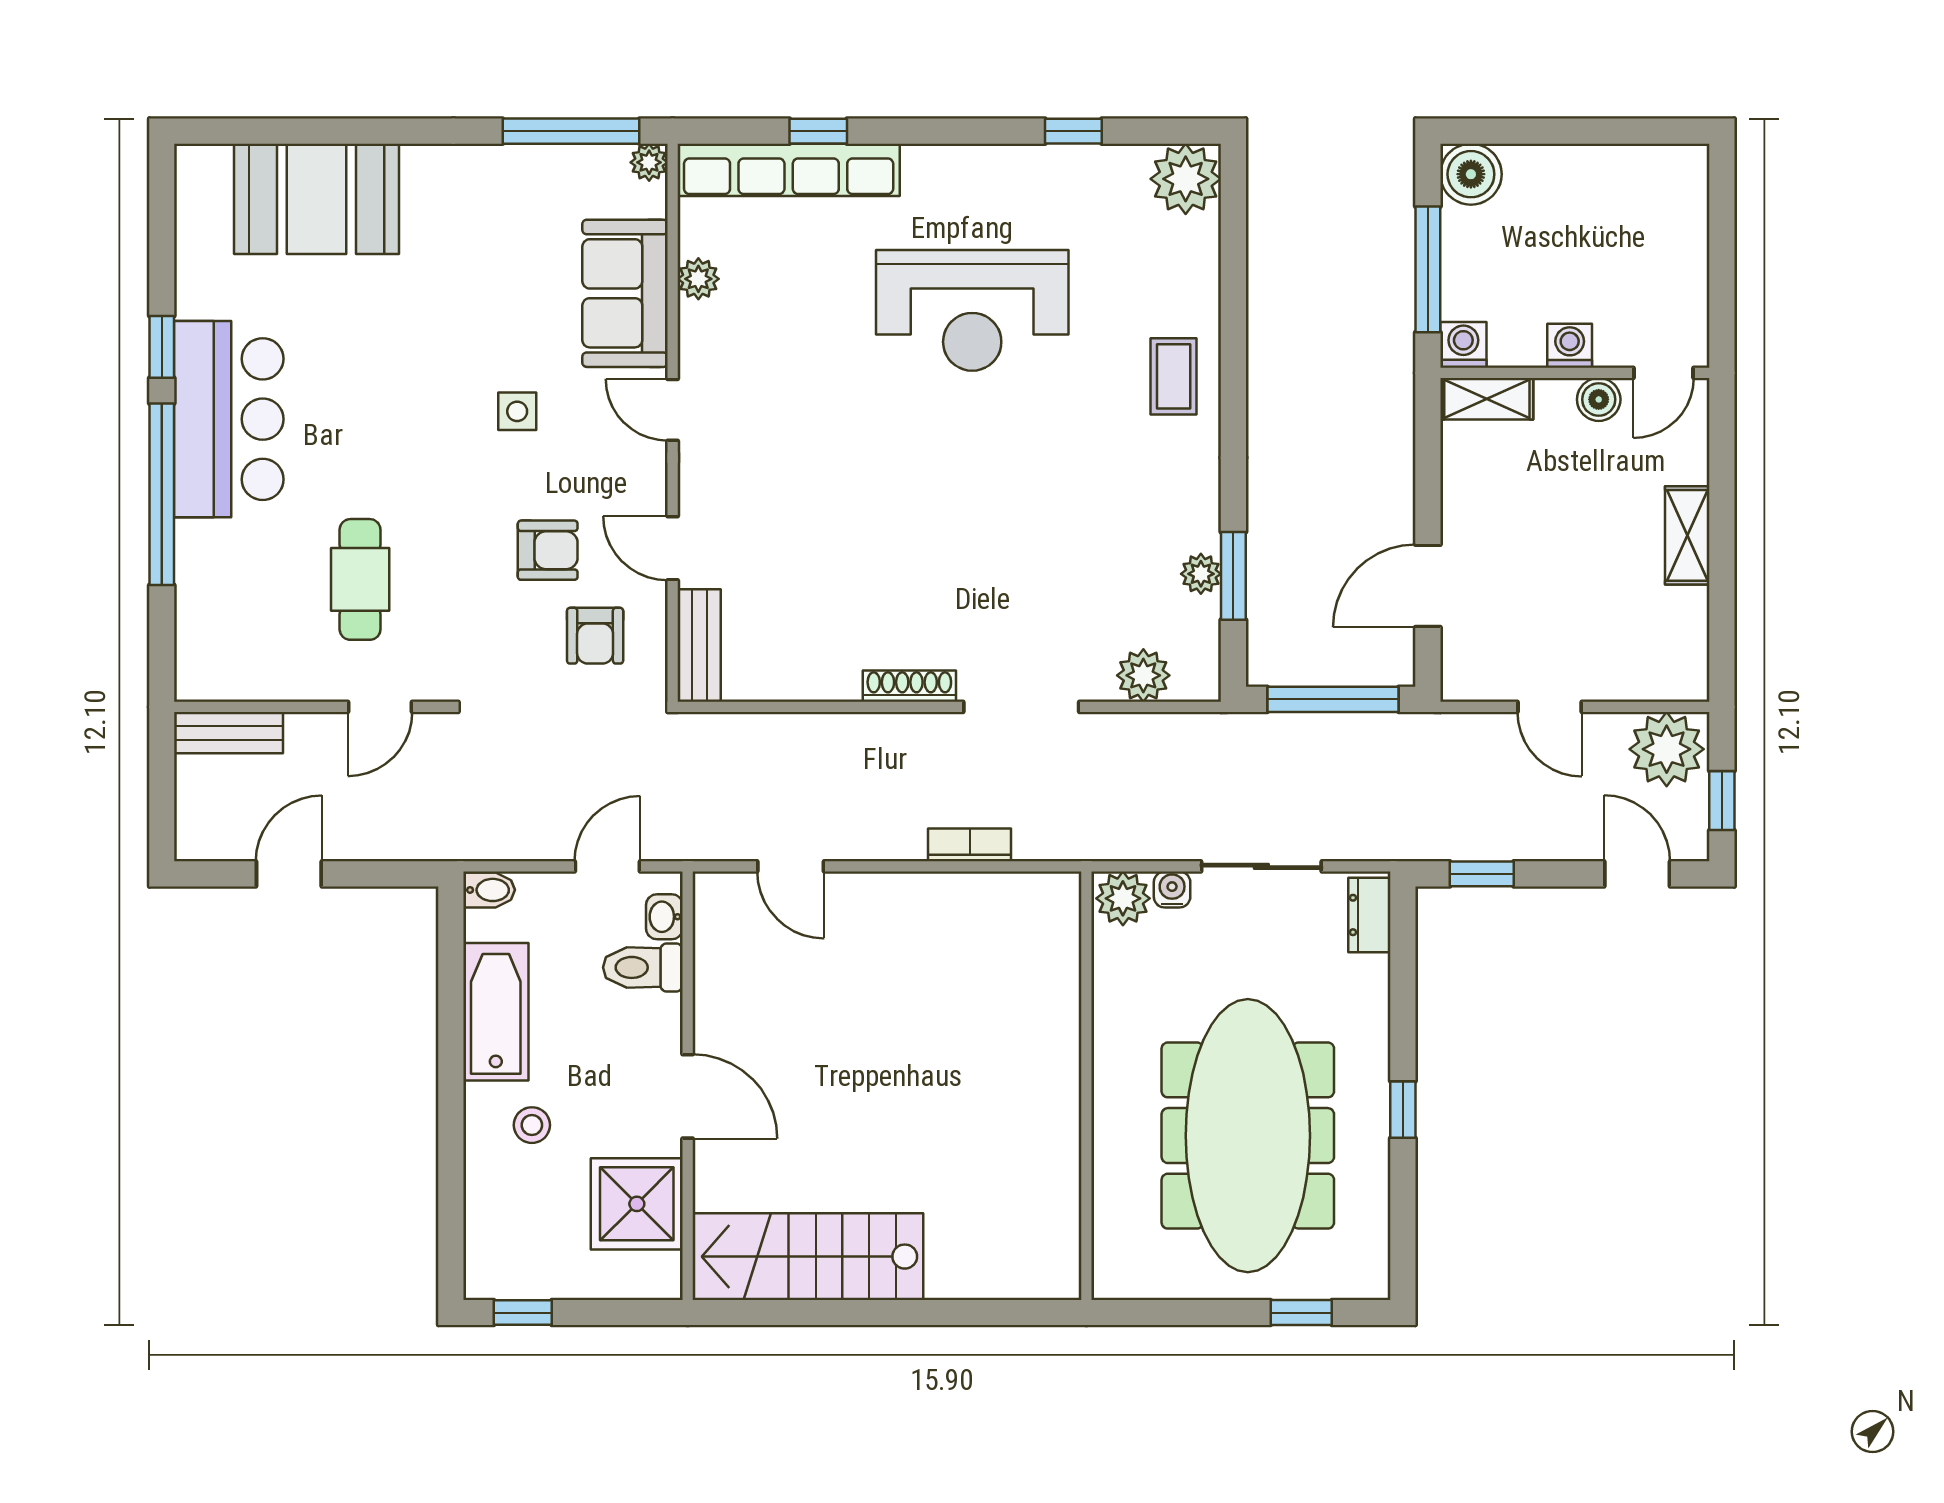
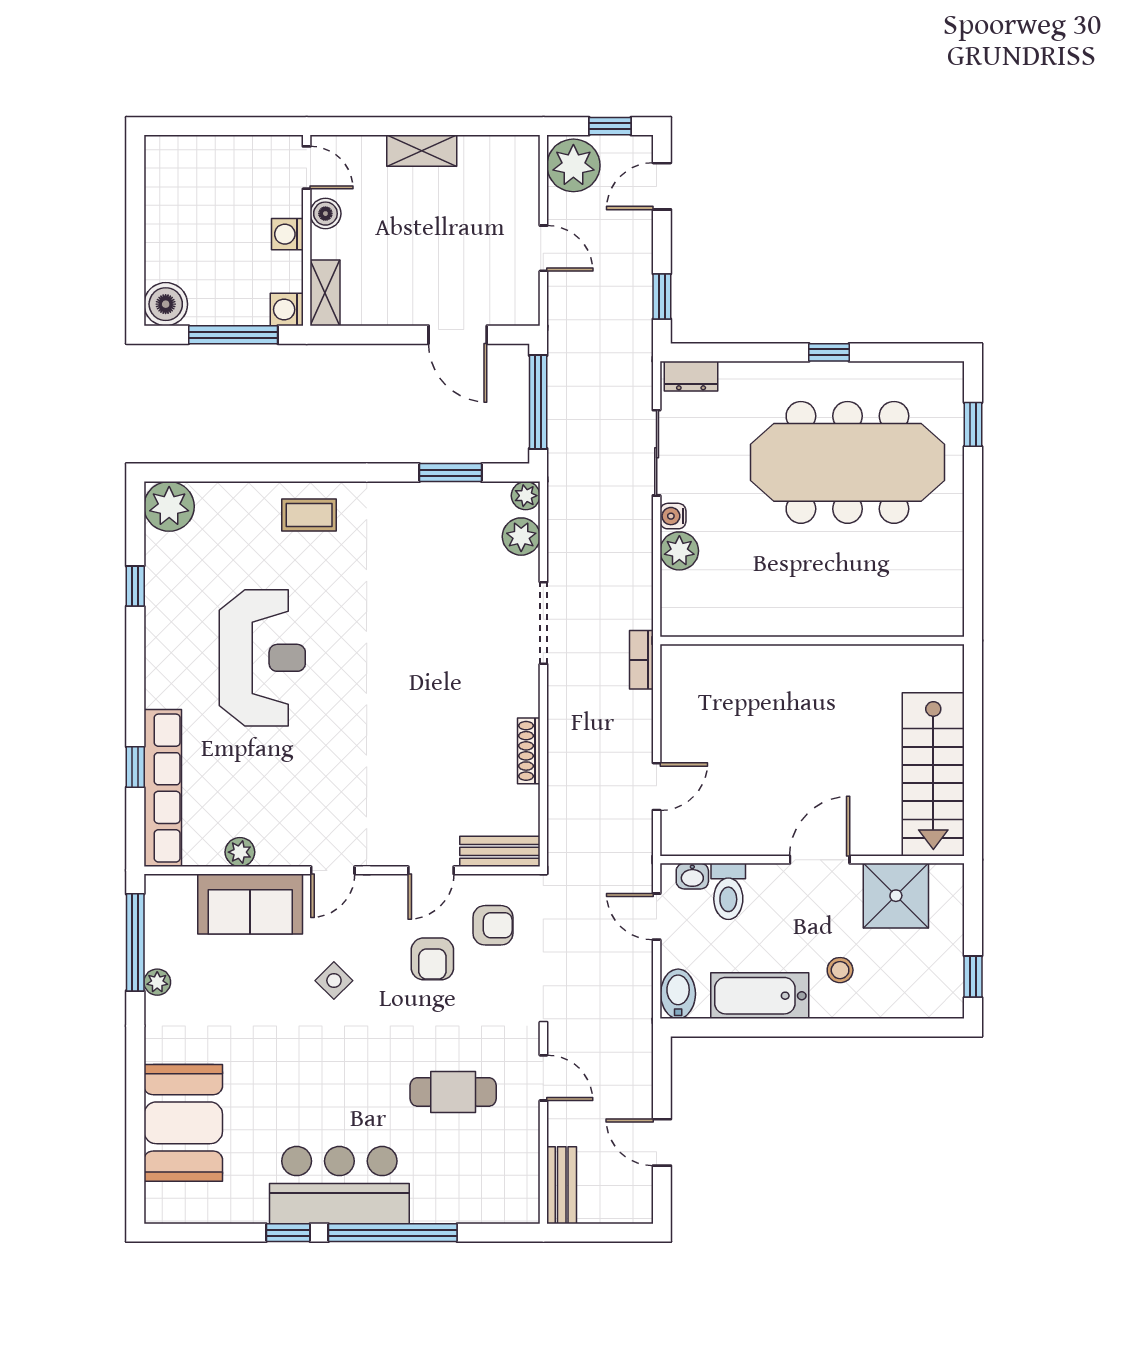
plant: (649, 162) -> (157, 982), moved
side table: (517, 411) -> (334, 981), turned 45
armchair: (548, 550) -> (432, 959), turned 180
plant: (1201, 574) -> (526, 496), moved
shoe rack: (909, 686) -> (529, 751), moved
door: (1550, 707) -> (543, 248), hinge flipped
bidet: (489, 890) -> (678, 994), width x1.38, depth x1.36
wall: (1086, 1086) -> (812, 640), moved

